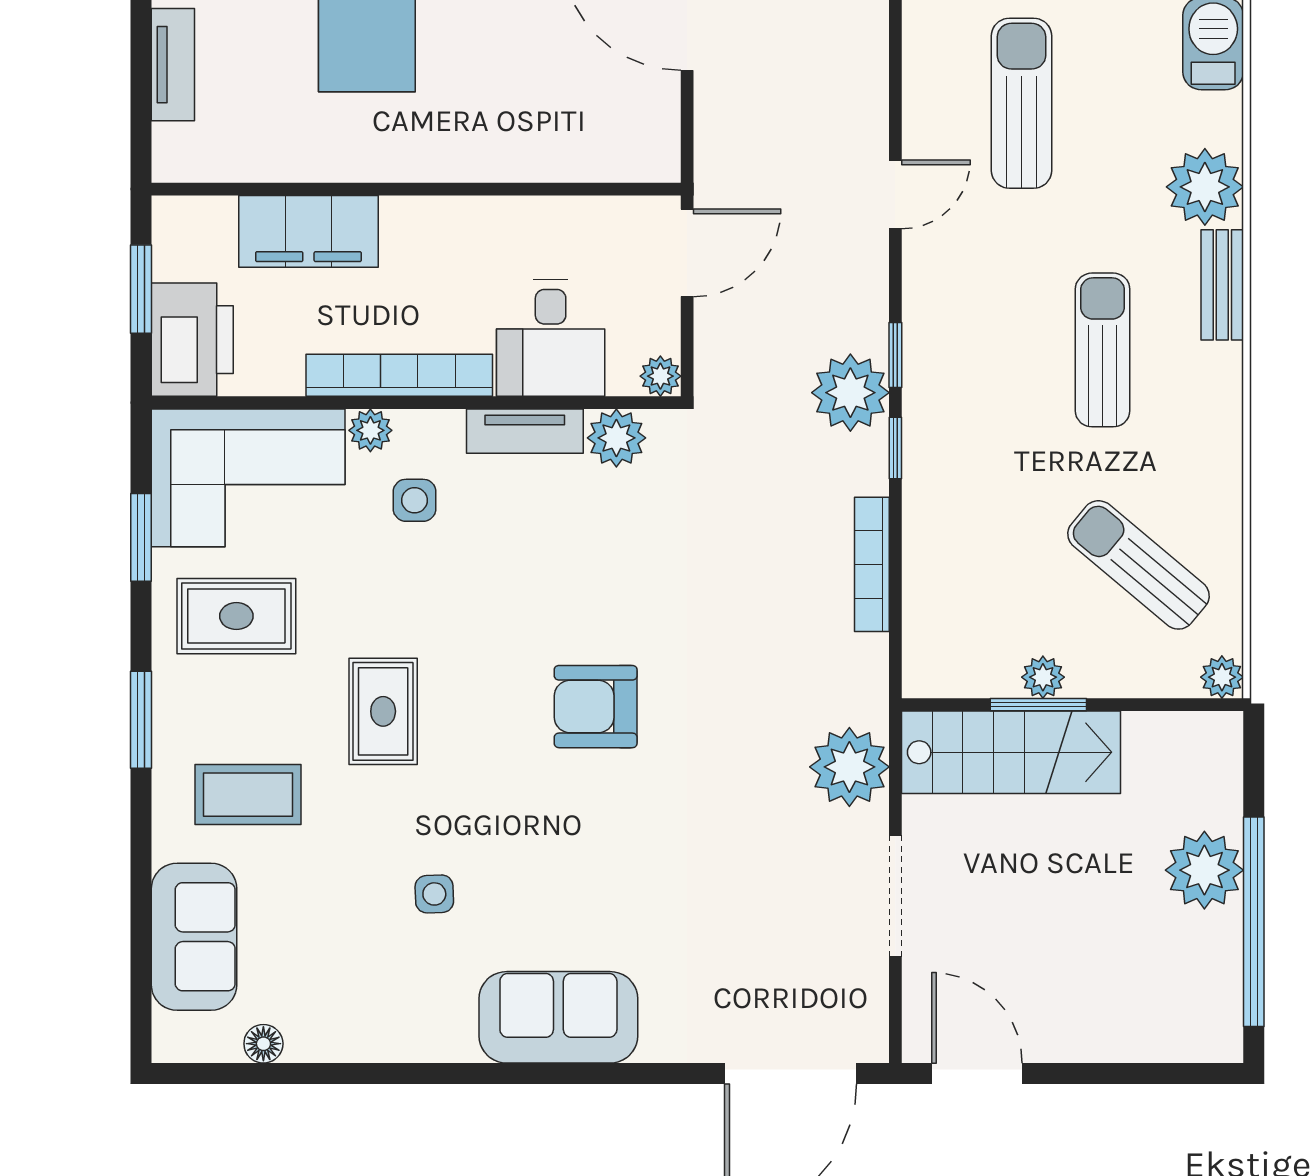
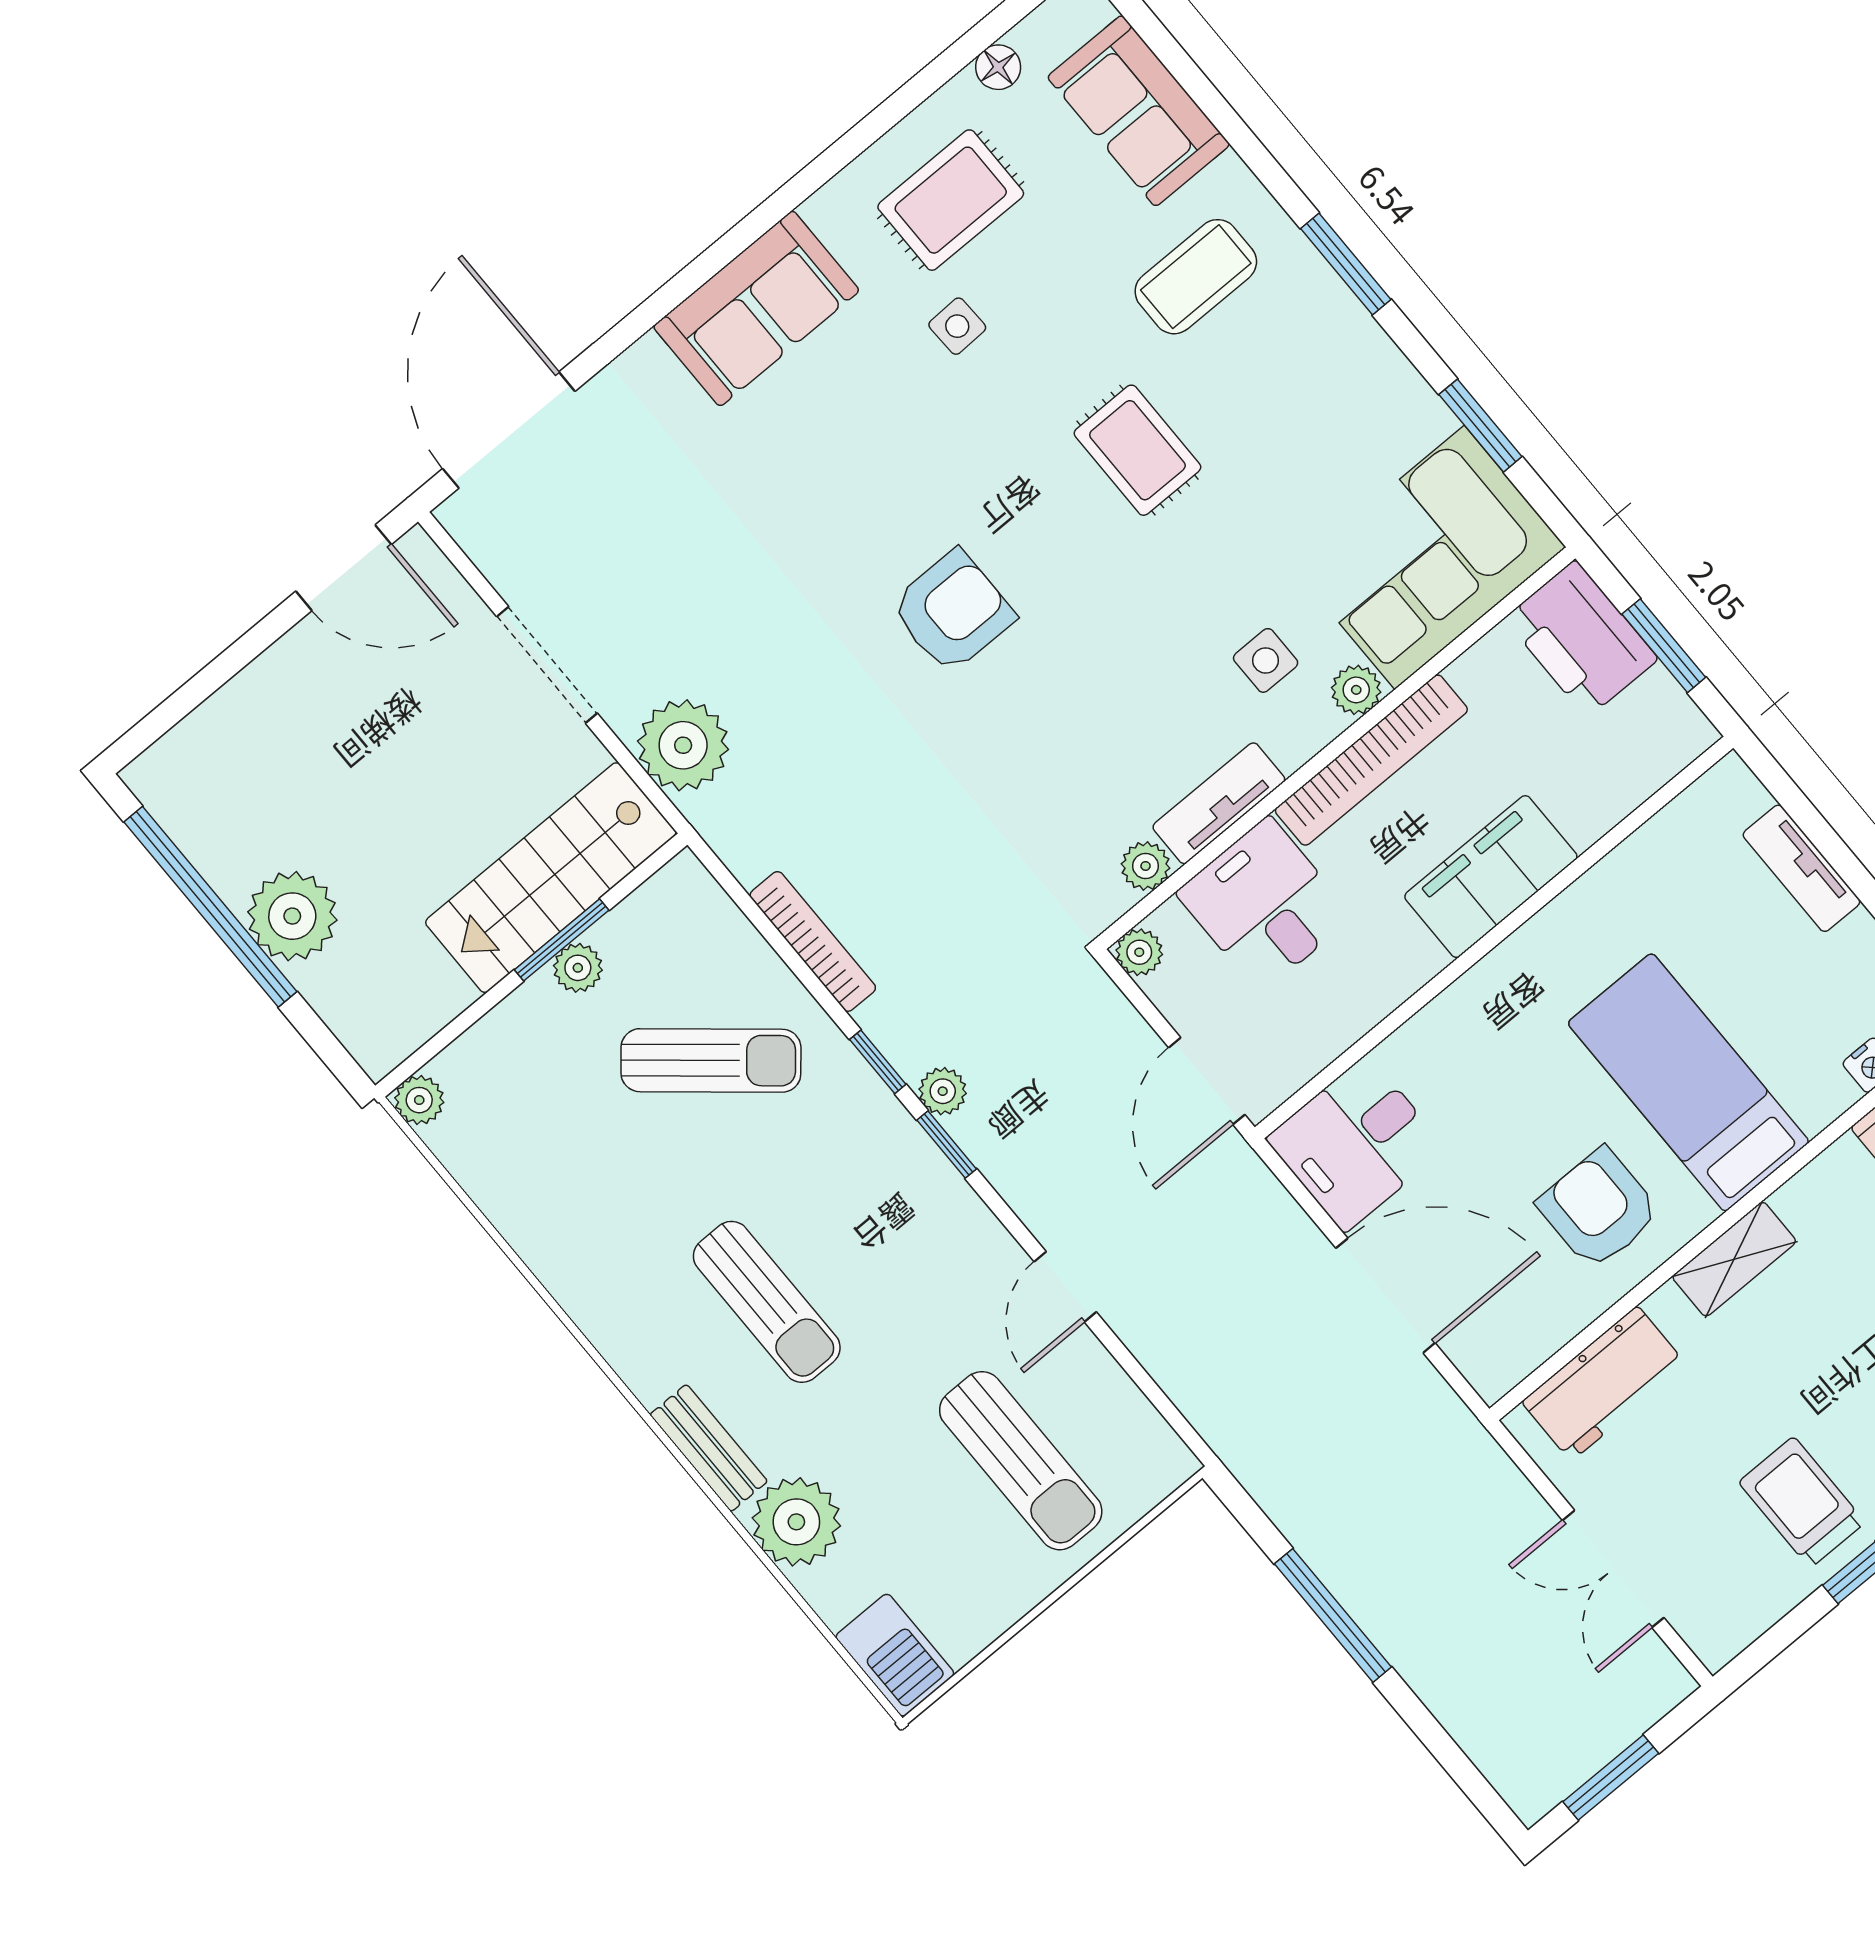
desk: (622, 128) -> (1356, 1143), added
filing cabinet: (308, 231) -> (1491, 877), moved
plant: (850, 393) -> (943, 1091), width x0.53, depth x0.53
plant: (616, 438) -> (1146, 866), width x0.73, depth x0.73
sun lounger: (1138, 565) -> (711, 1060), moved
rug: (236, 616) -> (951, 200), moved

